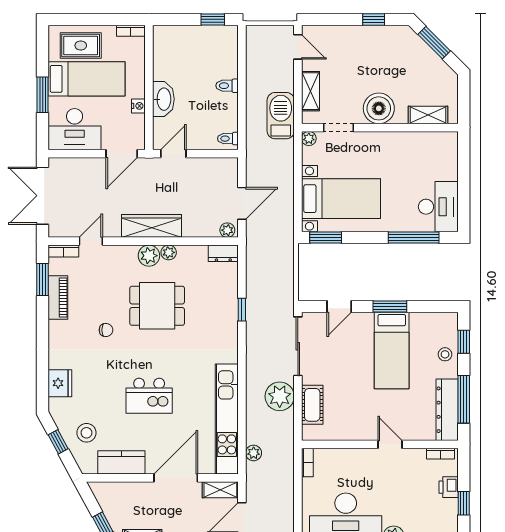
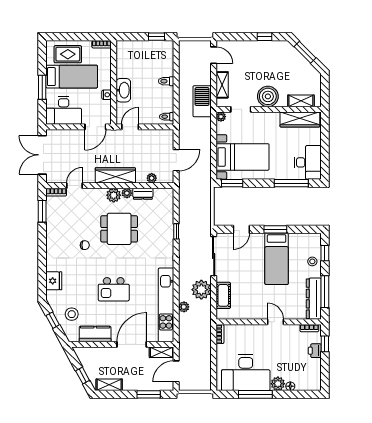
wardrobe: (427, 143) -> (300, 119), added
plant: (227, 230) -> (152, 178), moved
dresser: (223, 253) -> (143, 194), moved
piano: (58, 297) -> (53, 223), removed
plant: (254, 453) -> (184, 307), moved
window: (464, 503) -> (325, 344), moved

